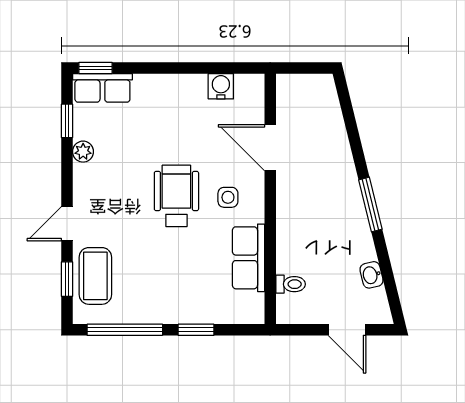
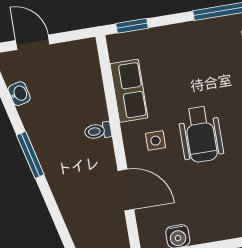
toilet: (291, 284) -> (98, 131), moved
window: (196, 330) -> (132, 26), moved

